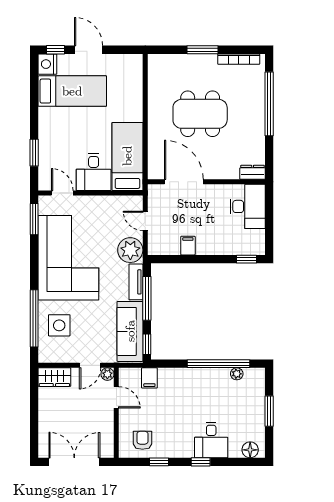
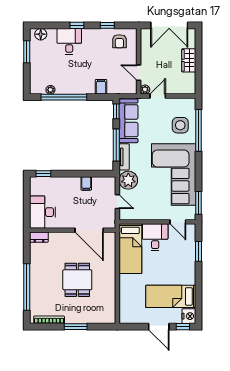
dining table: (200, 114) -> (77, 280), width x0.73
wardrobe: (54, 377) -> (189, 60), moved, turned -90
filing cabinet: (149, 378) -> (101, 87), moved
window: (269, 411) -> (27, 52), moved

